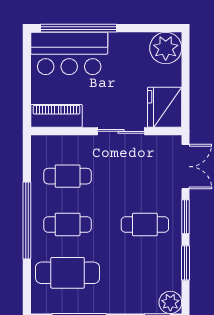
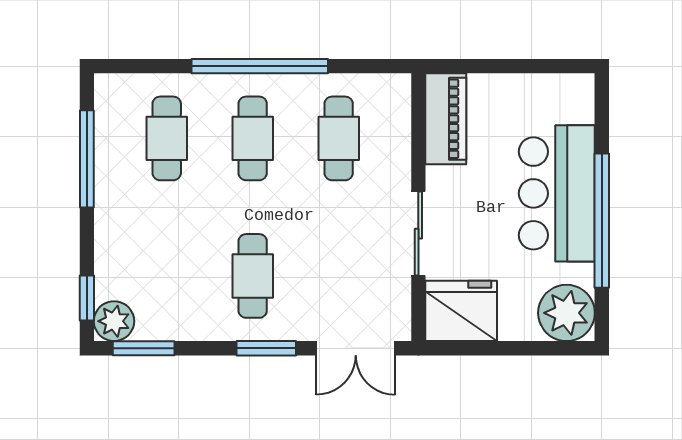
window: (79, 28) -> (602, 221), moved
bar counter: (69, 53) -> (557, 193), moved
window: (186, 263) -> (144, 348), moved
cafe table: (68, 273) -> (167, 138), width x0.73, depth x0.74

